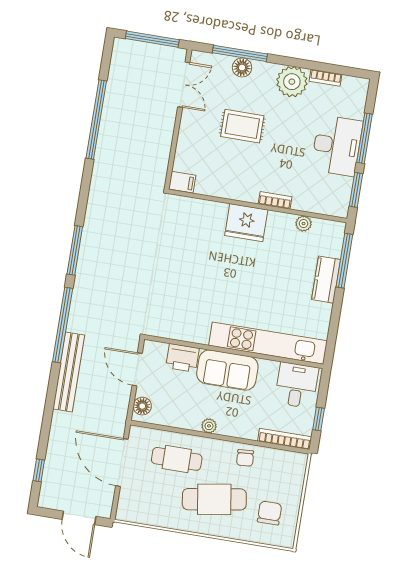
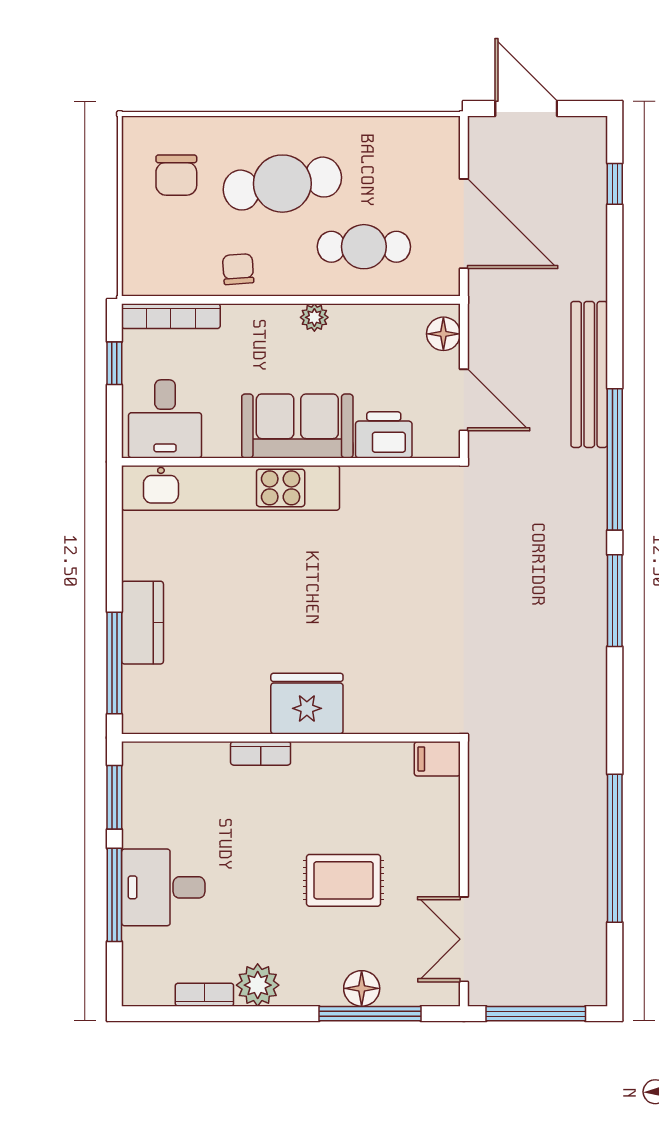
plant: (292, 82) -> (258, 985), width x0.73, depth x0.73
desk: (337, 146) -> (163, 887), width x0.73
plant: (304, 224) -> (201, 719), removed

